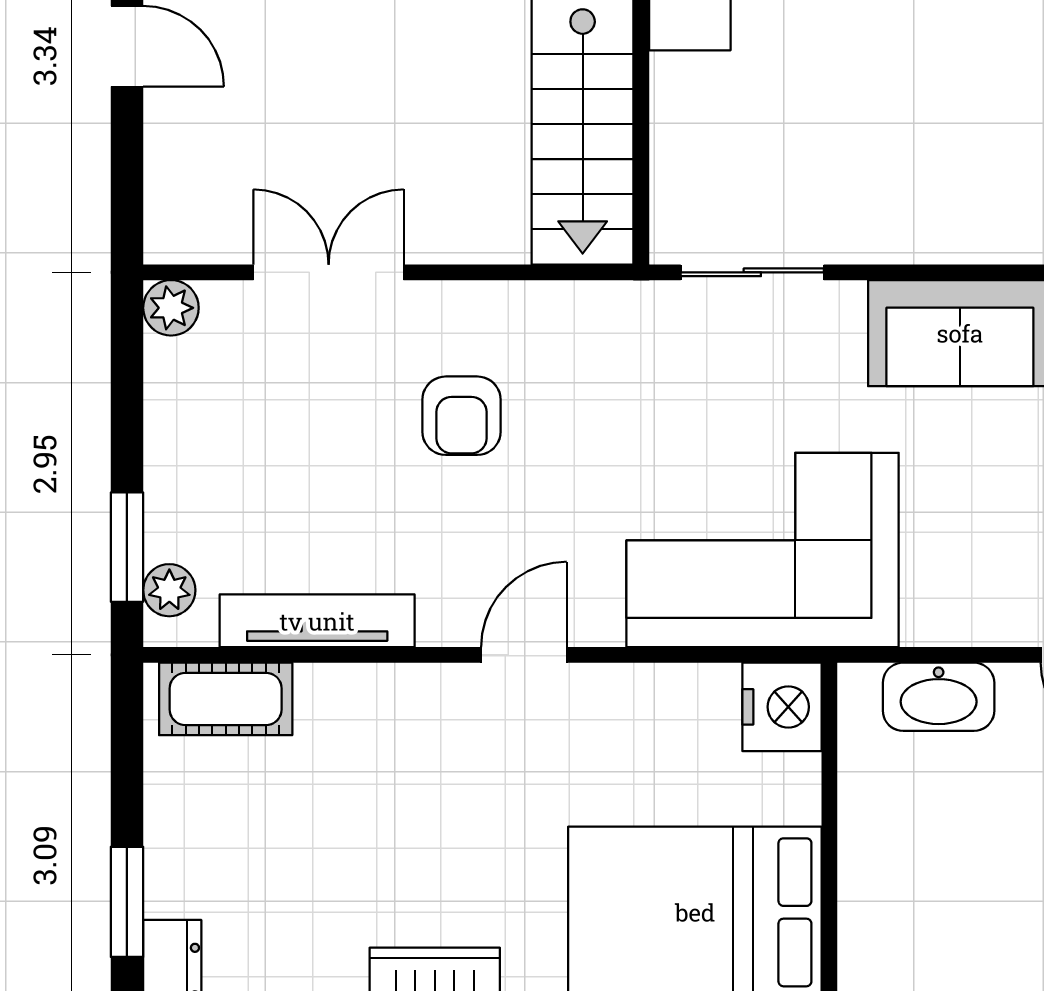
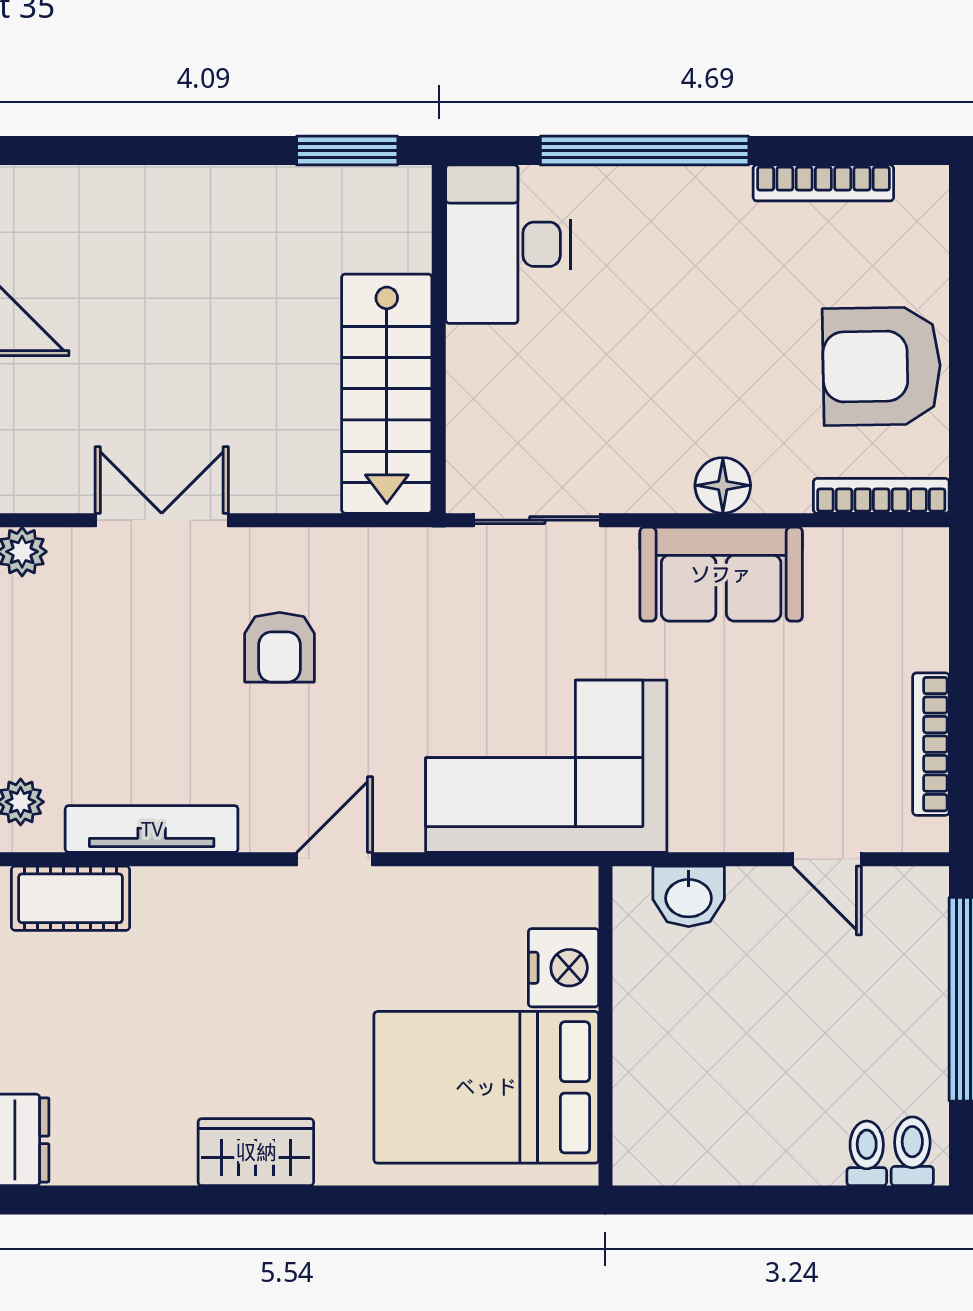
floor lamp: (962, 233) -> (723, 485), added
washbasin: (939, 697) -> (689, 896), width x0.72
nightstand: (782, 707) -> (563, 968), moved

